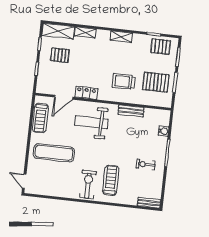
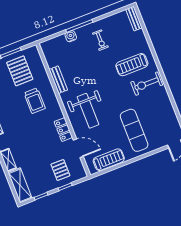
pallet: (60, 55) -> (60, 170), moved
water cooler: (164, 131) -> (71, 36), moved

